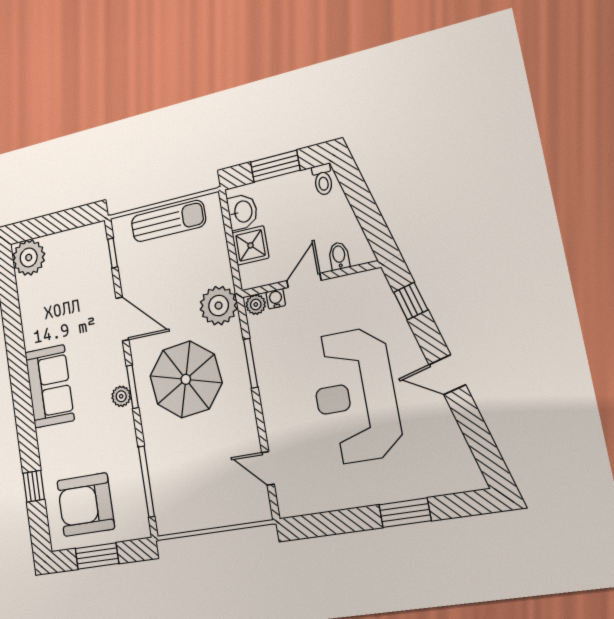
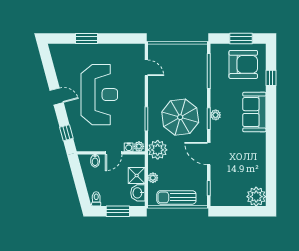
plant: (218, 248) -> (153, 178), added
sofa: (49, 386) -> (254, 112), moved

